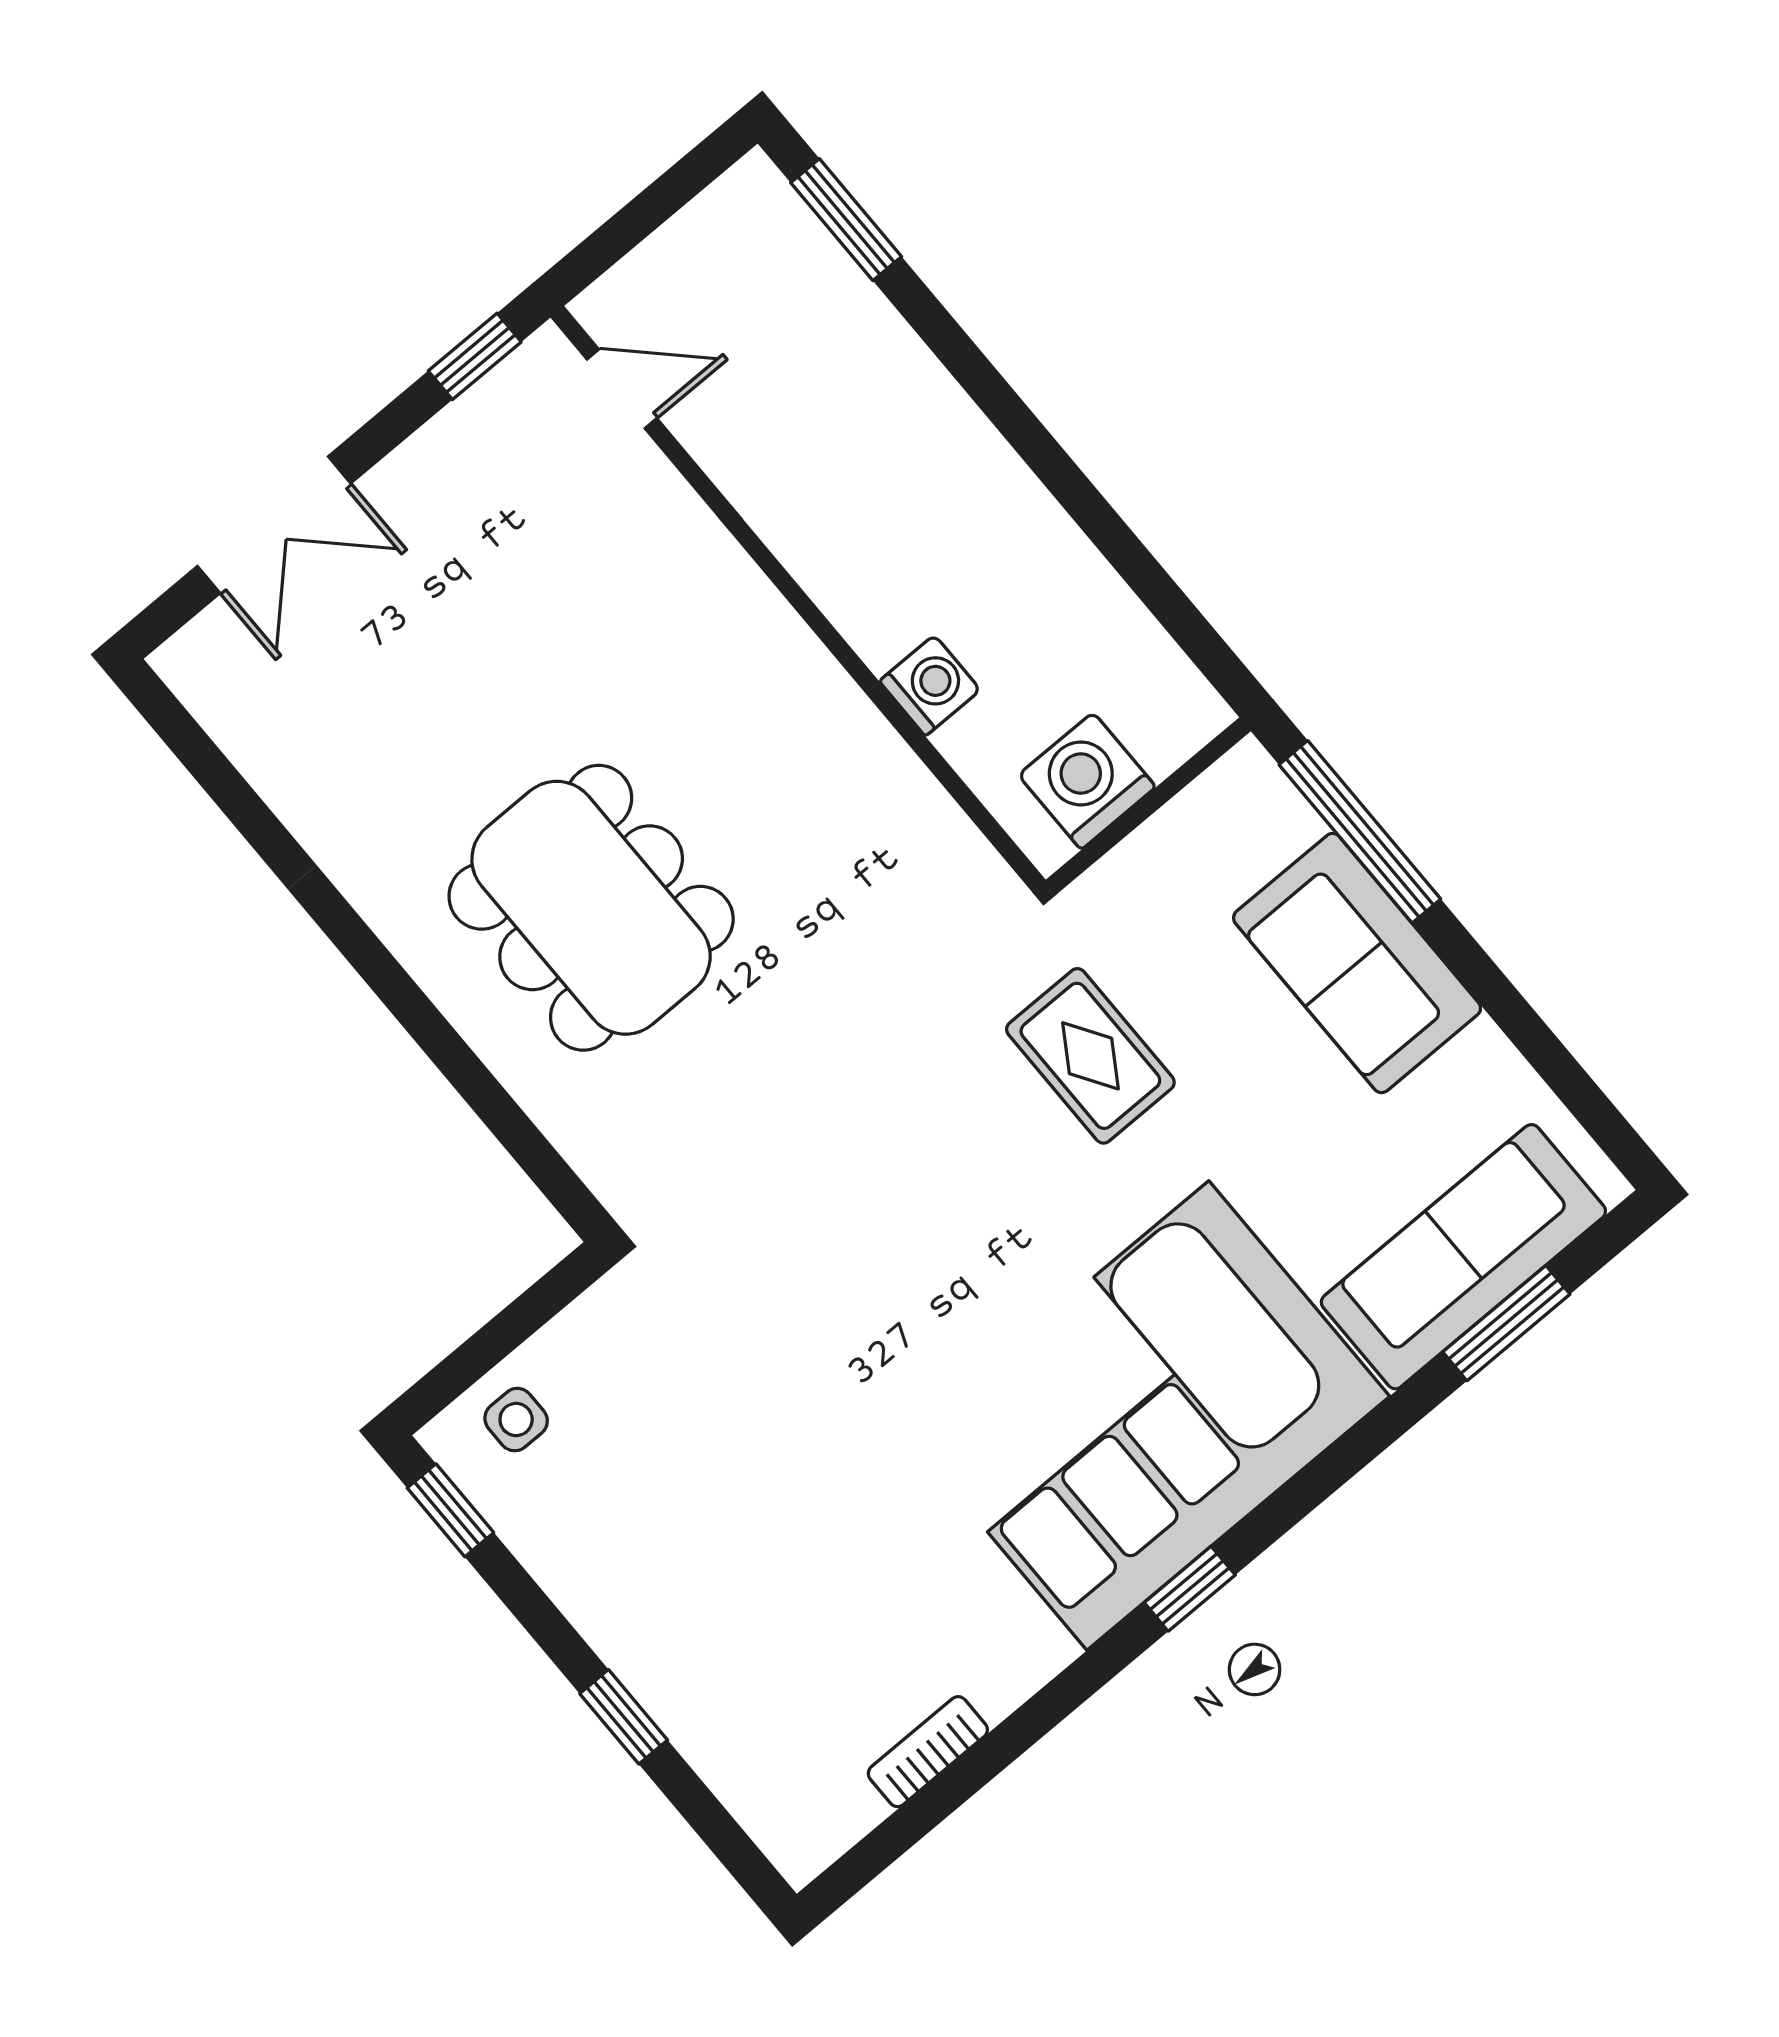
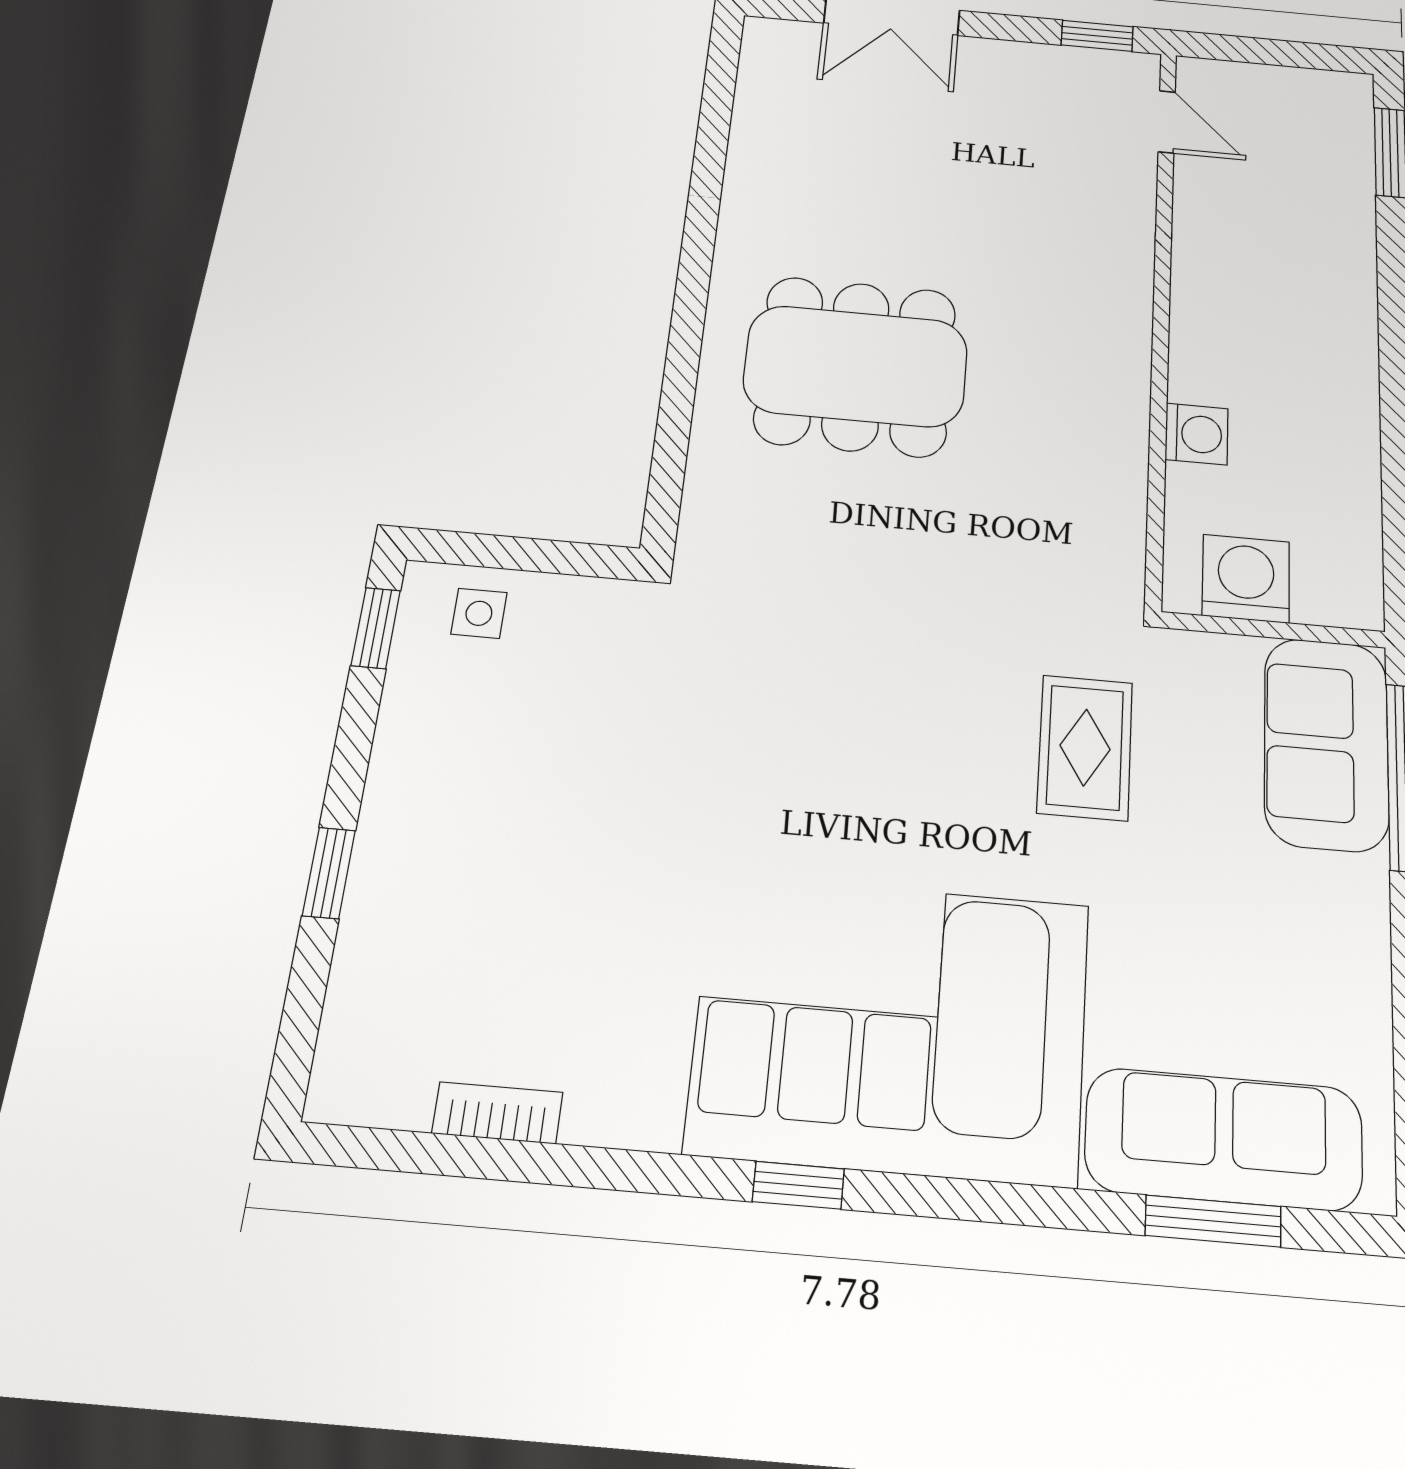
dining table: (591, 908) -> (856, 366), turned 90
sofa: (1357, 963) -> (1326, 744), moved

